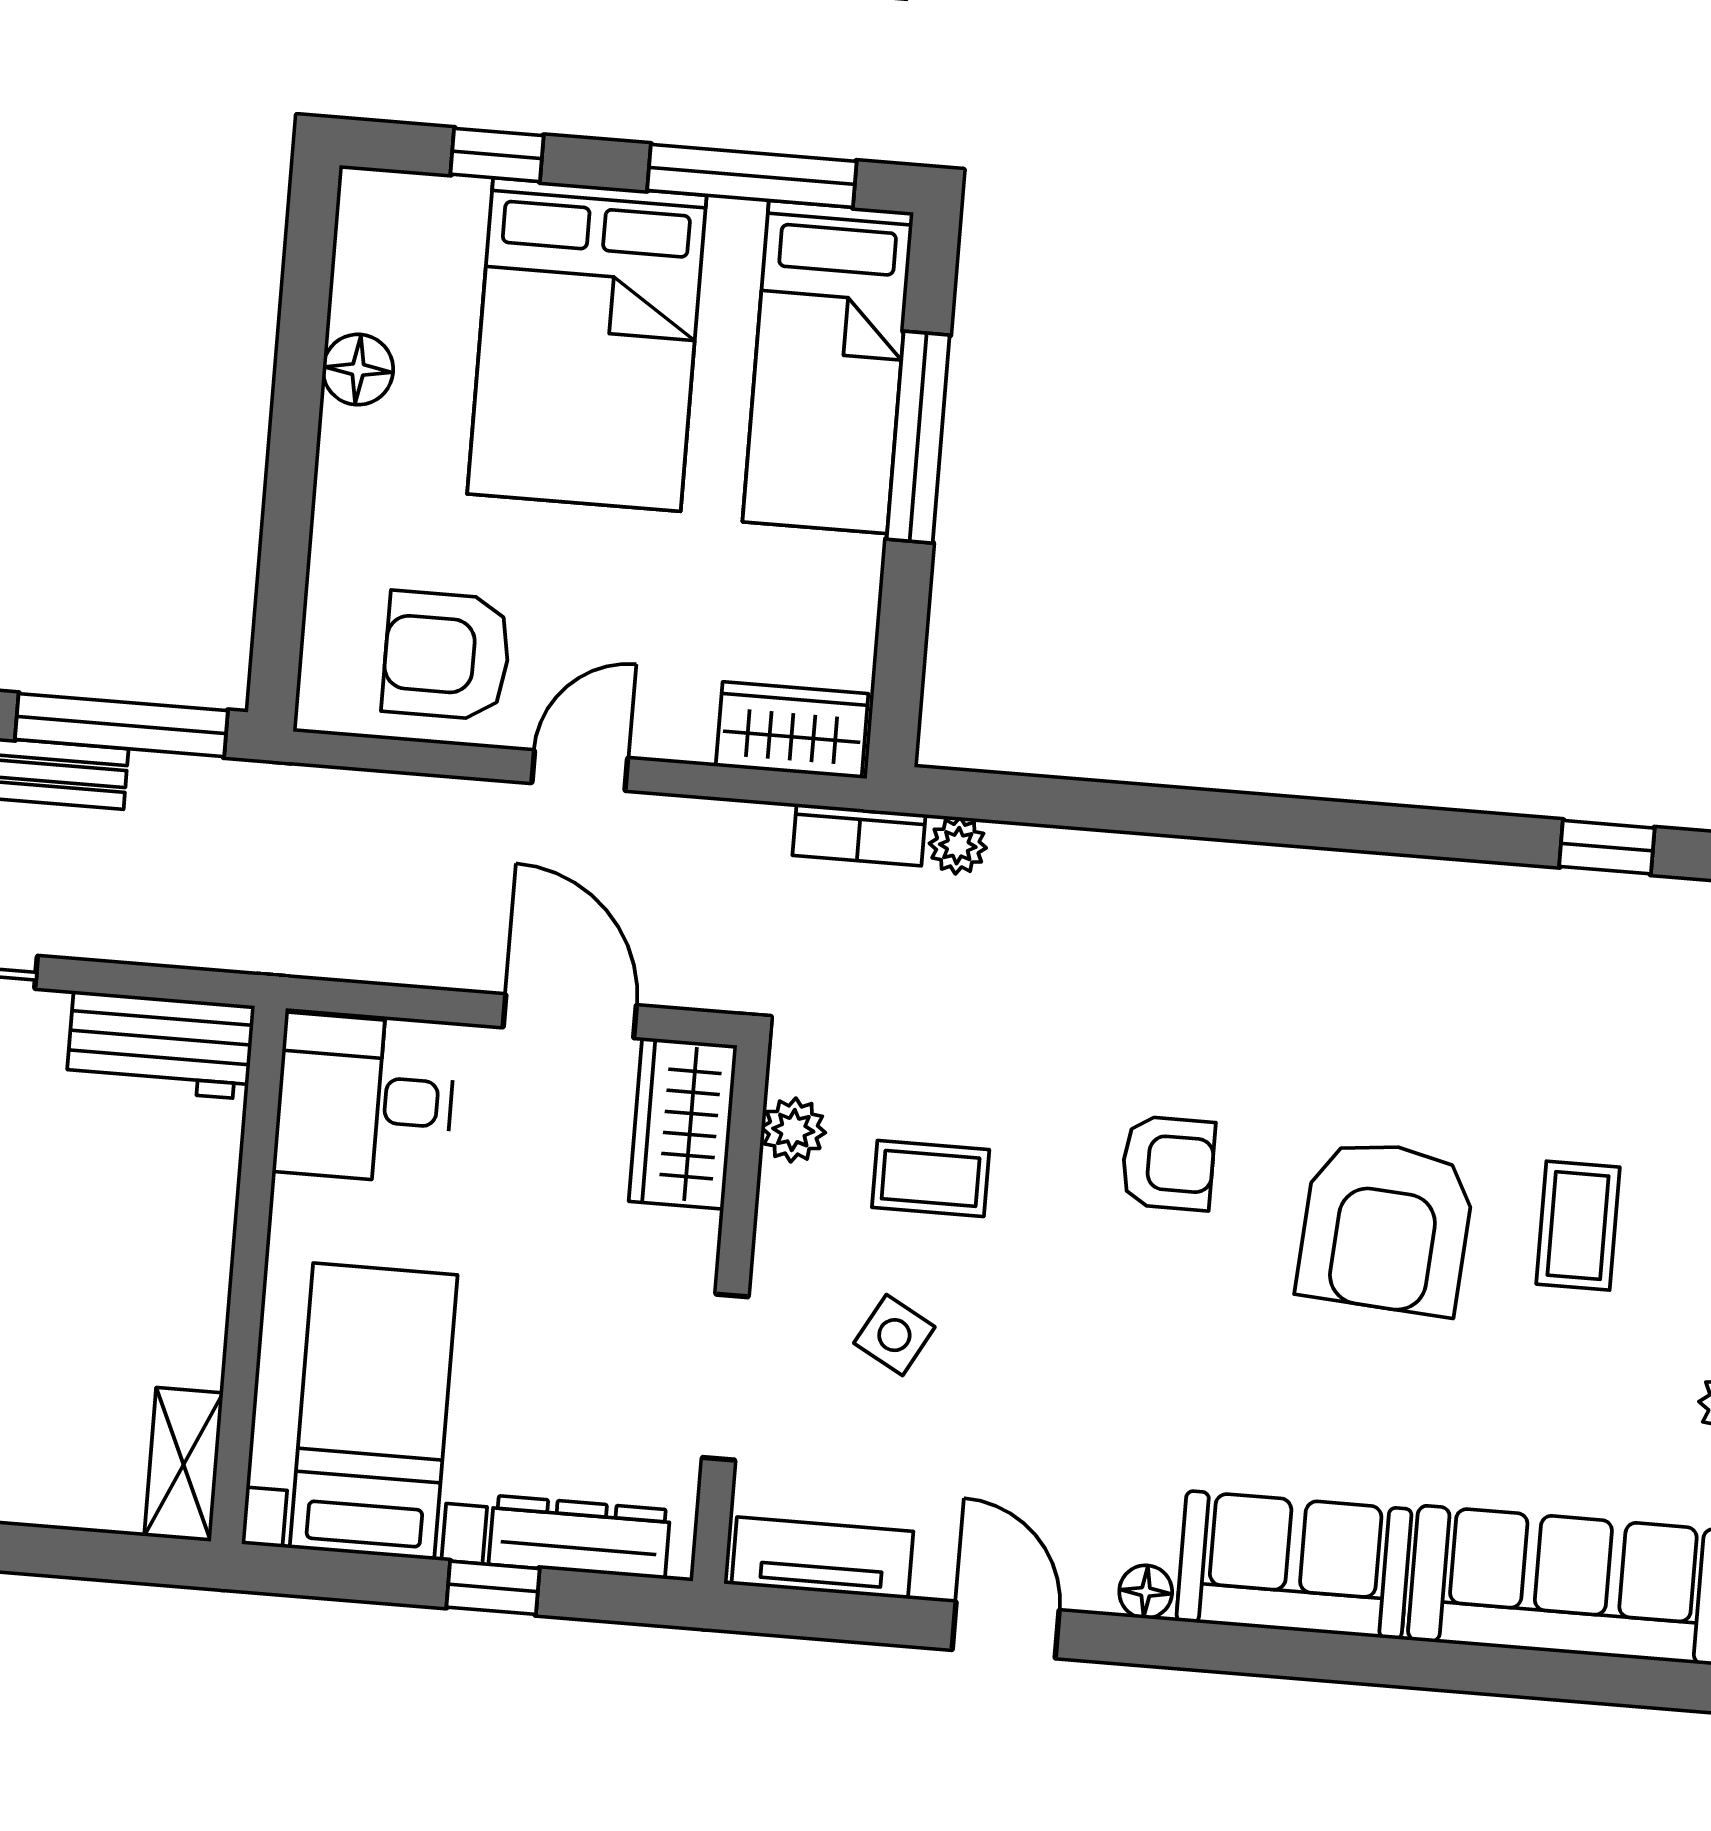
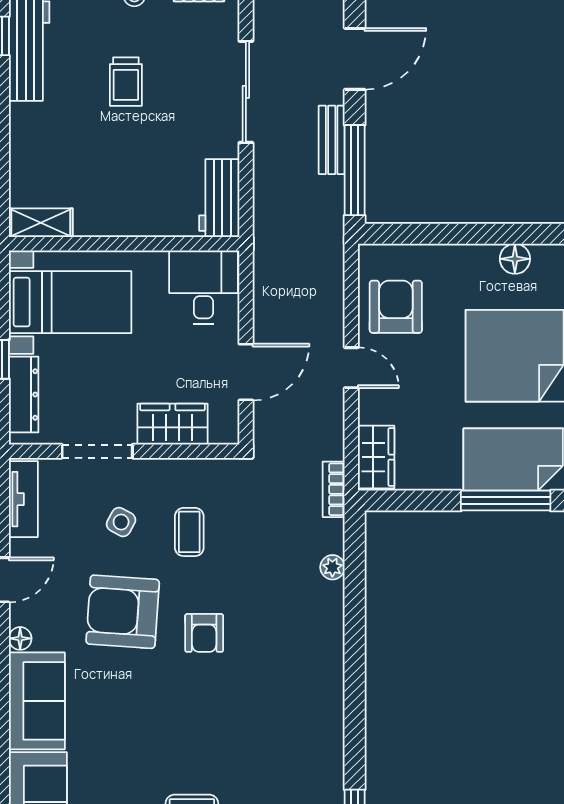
plant: (958, 846) -> (332, 567), moved
wardrobe: (683, 1123) -> (172, 424), moved
plant: (793, 1130) -> (205, 472), removed
armchair: (1386, 1227) -> (123, 612), moved

